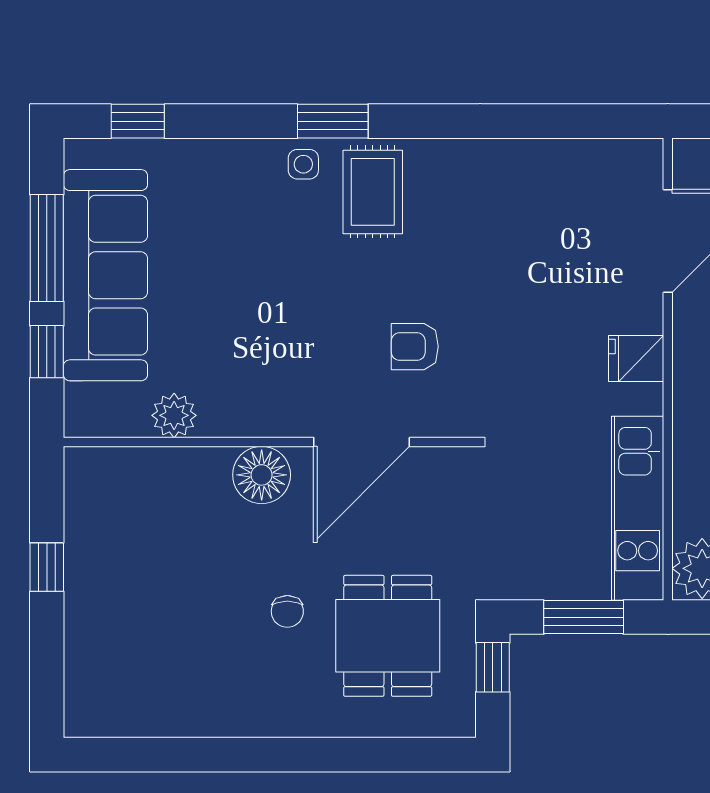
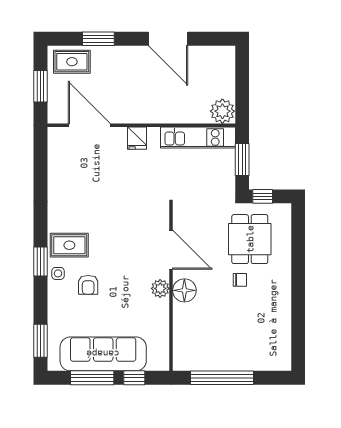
window: (138, 121) -> (40, 341), width x1.50
armchair: (415, 347) -> (88, 285), moved
plant: (174, 415) -> (160, 288), moved
window: (47, 567) -> (222, 378), width x3.17
dining table: (388, 636) -> (250, 239), turned 90

